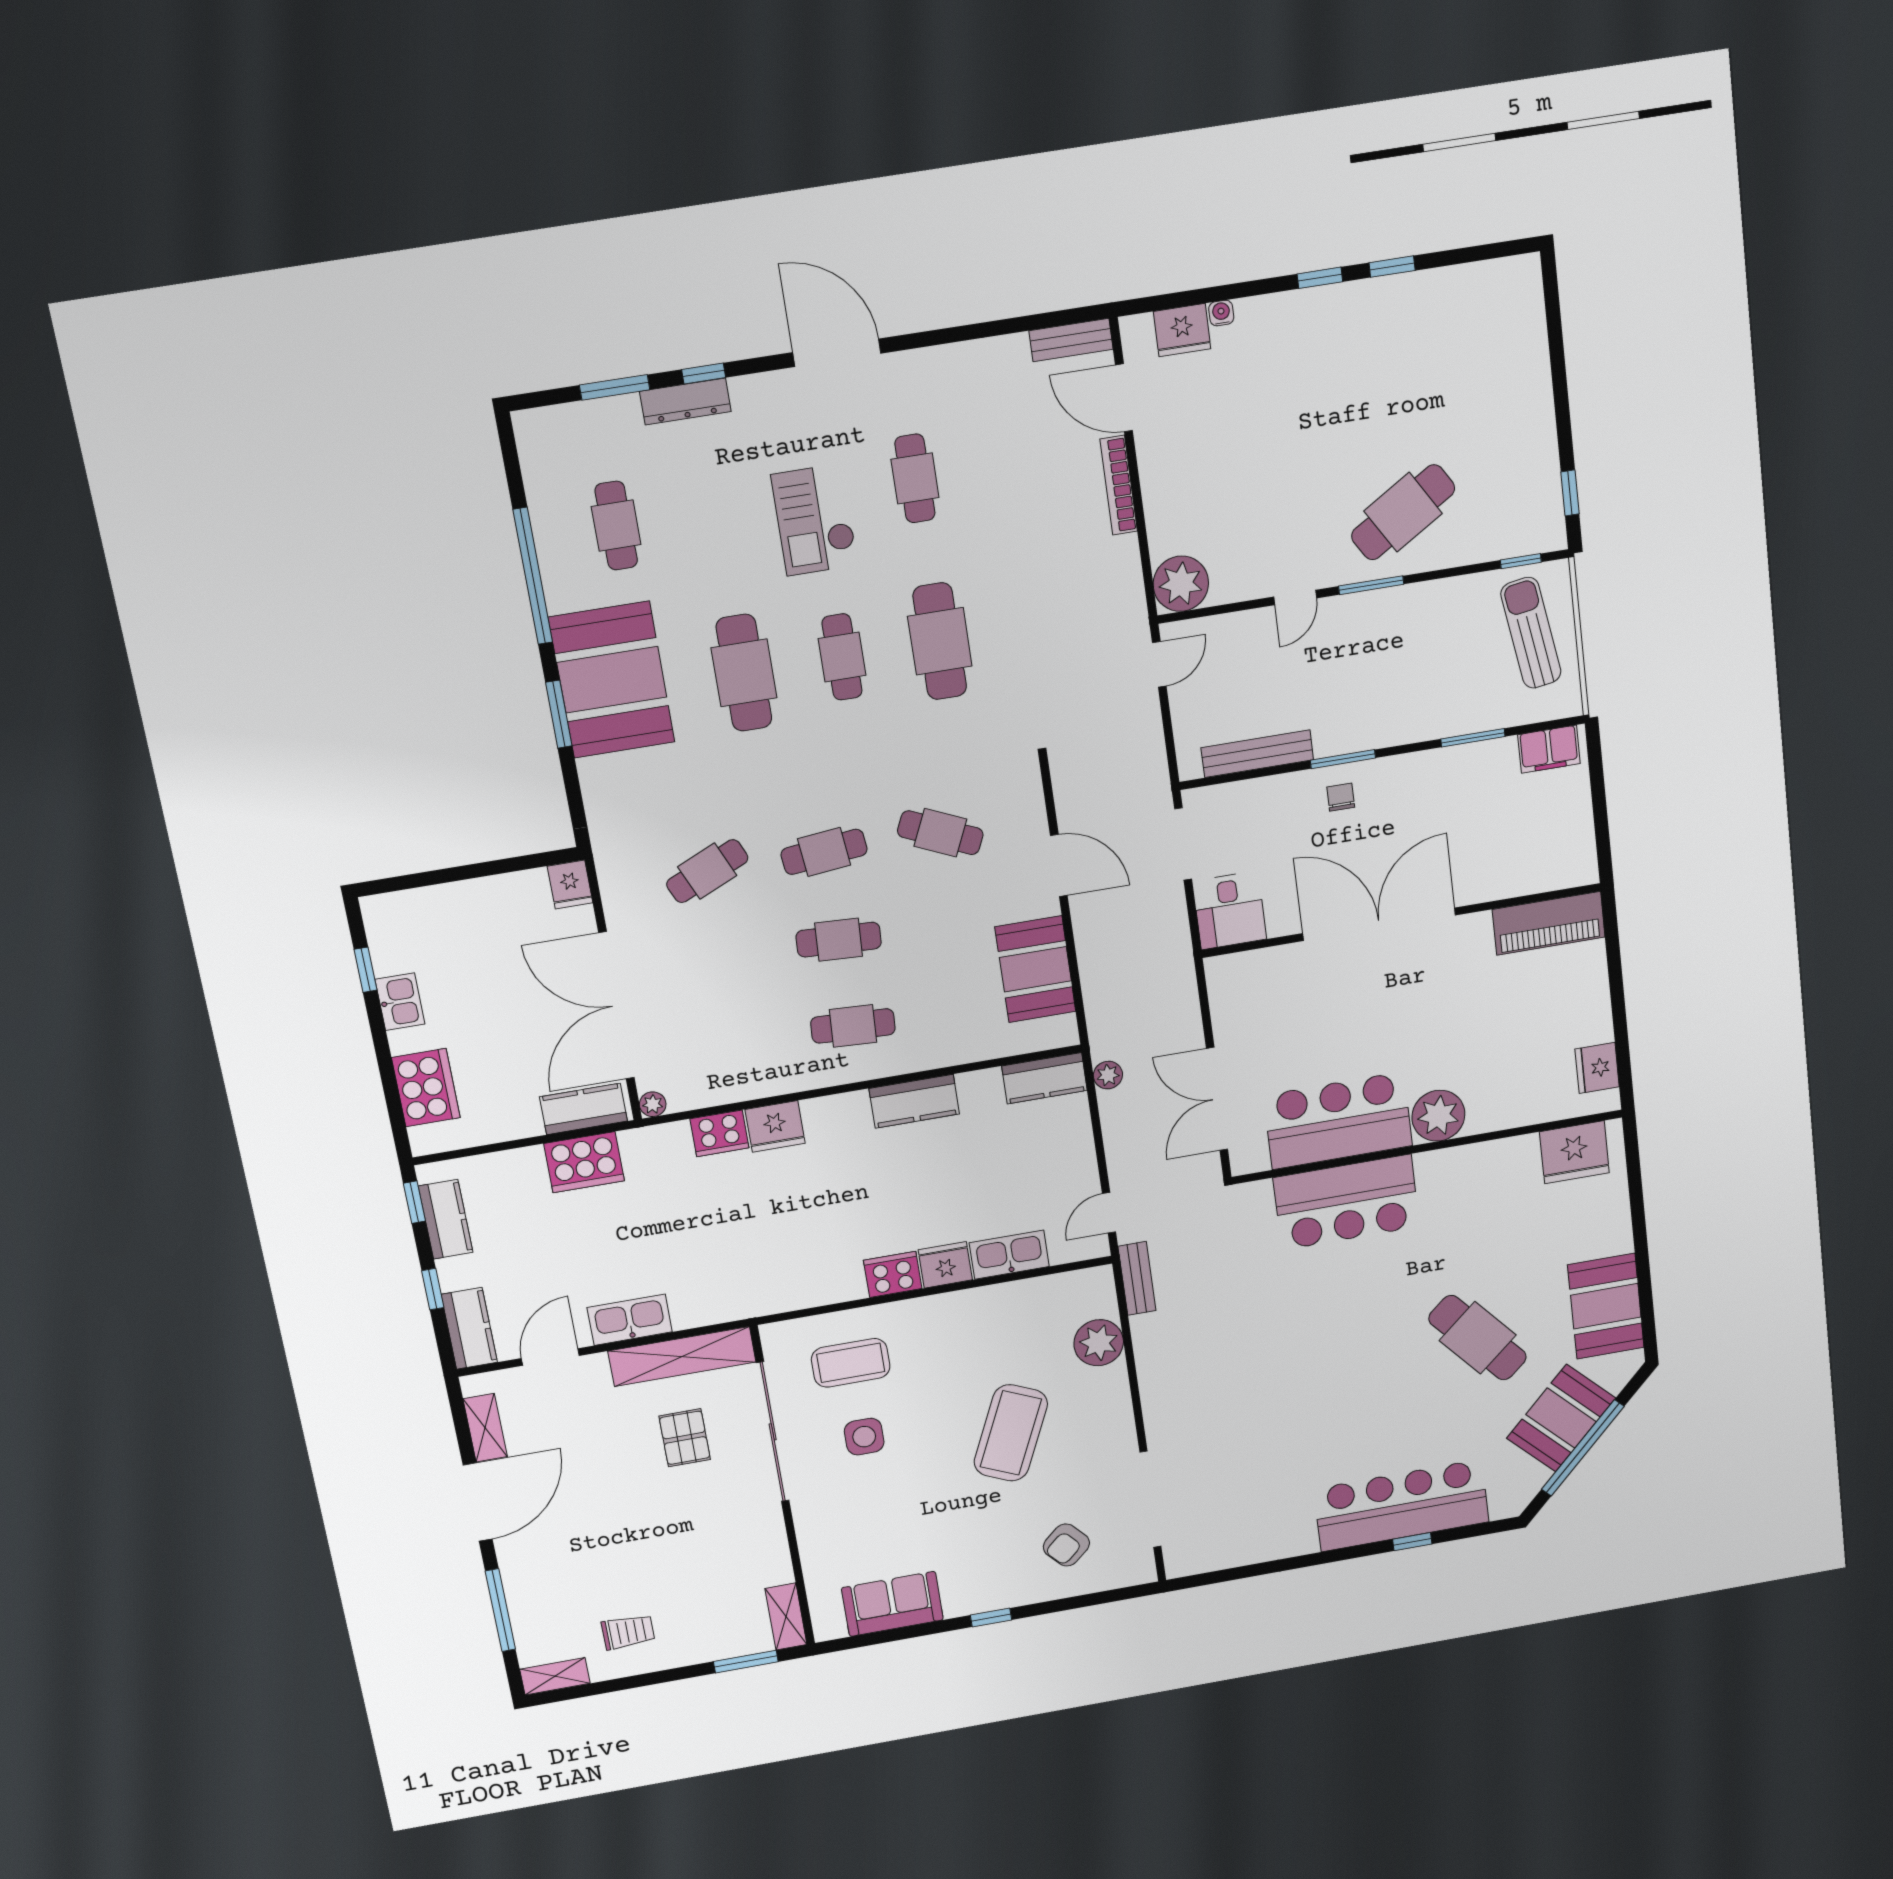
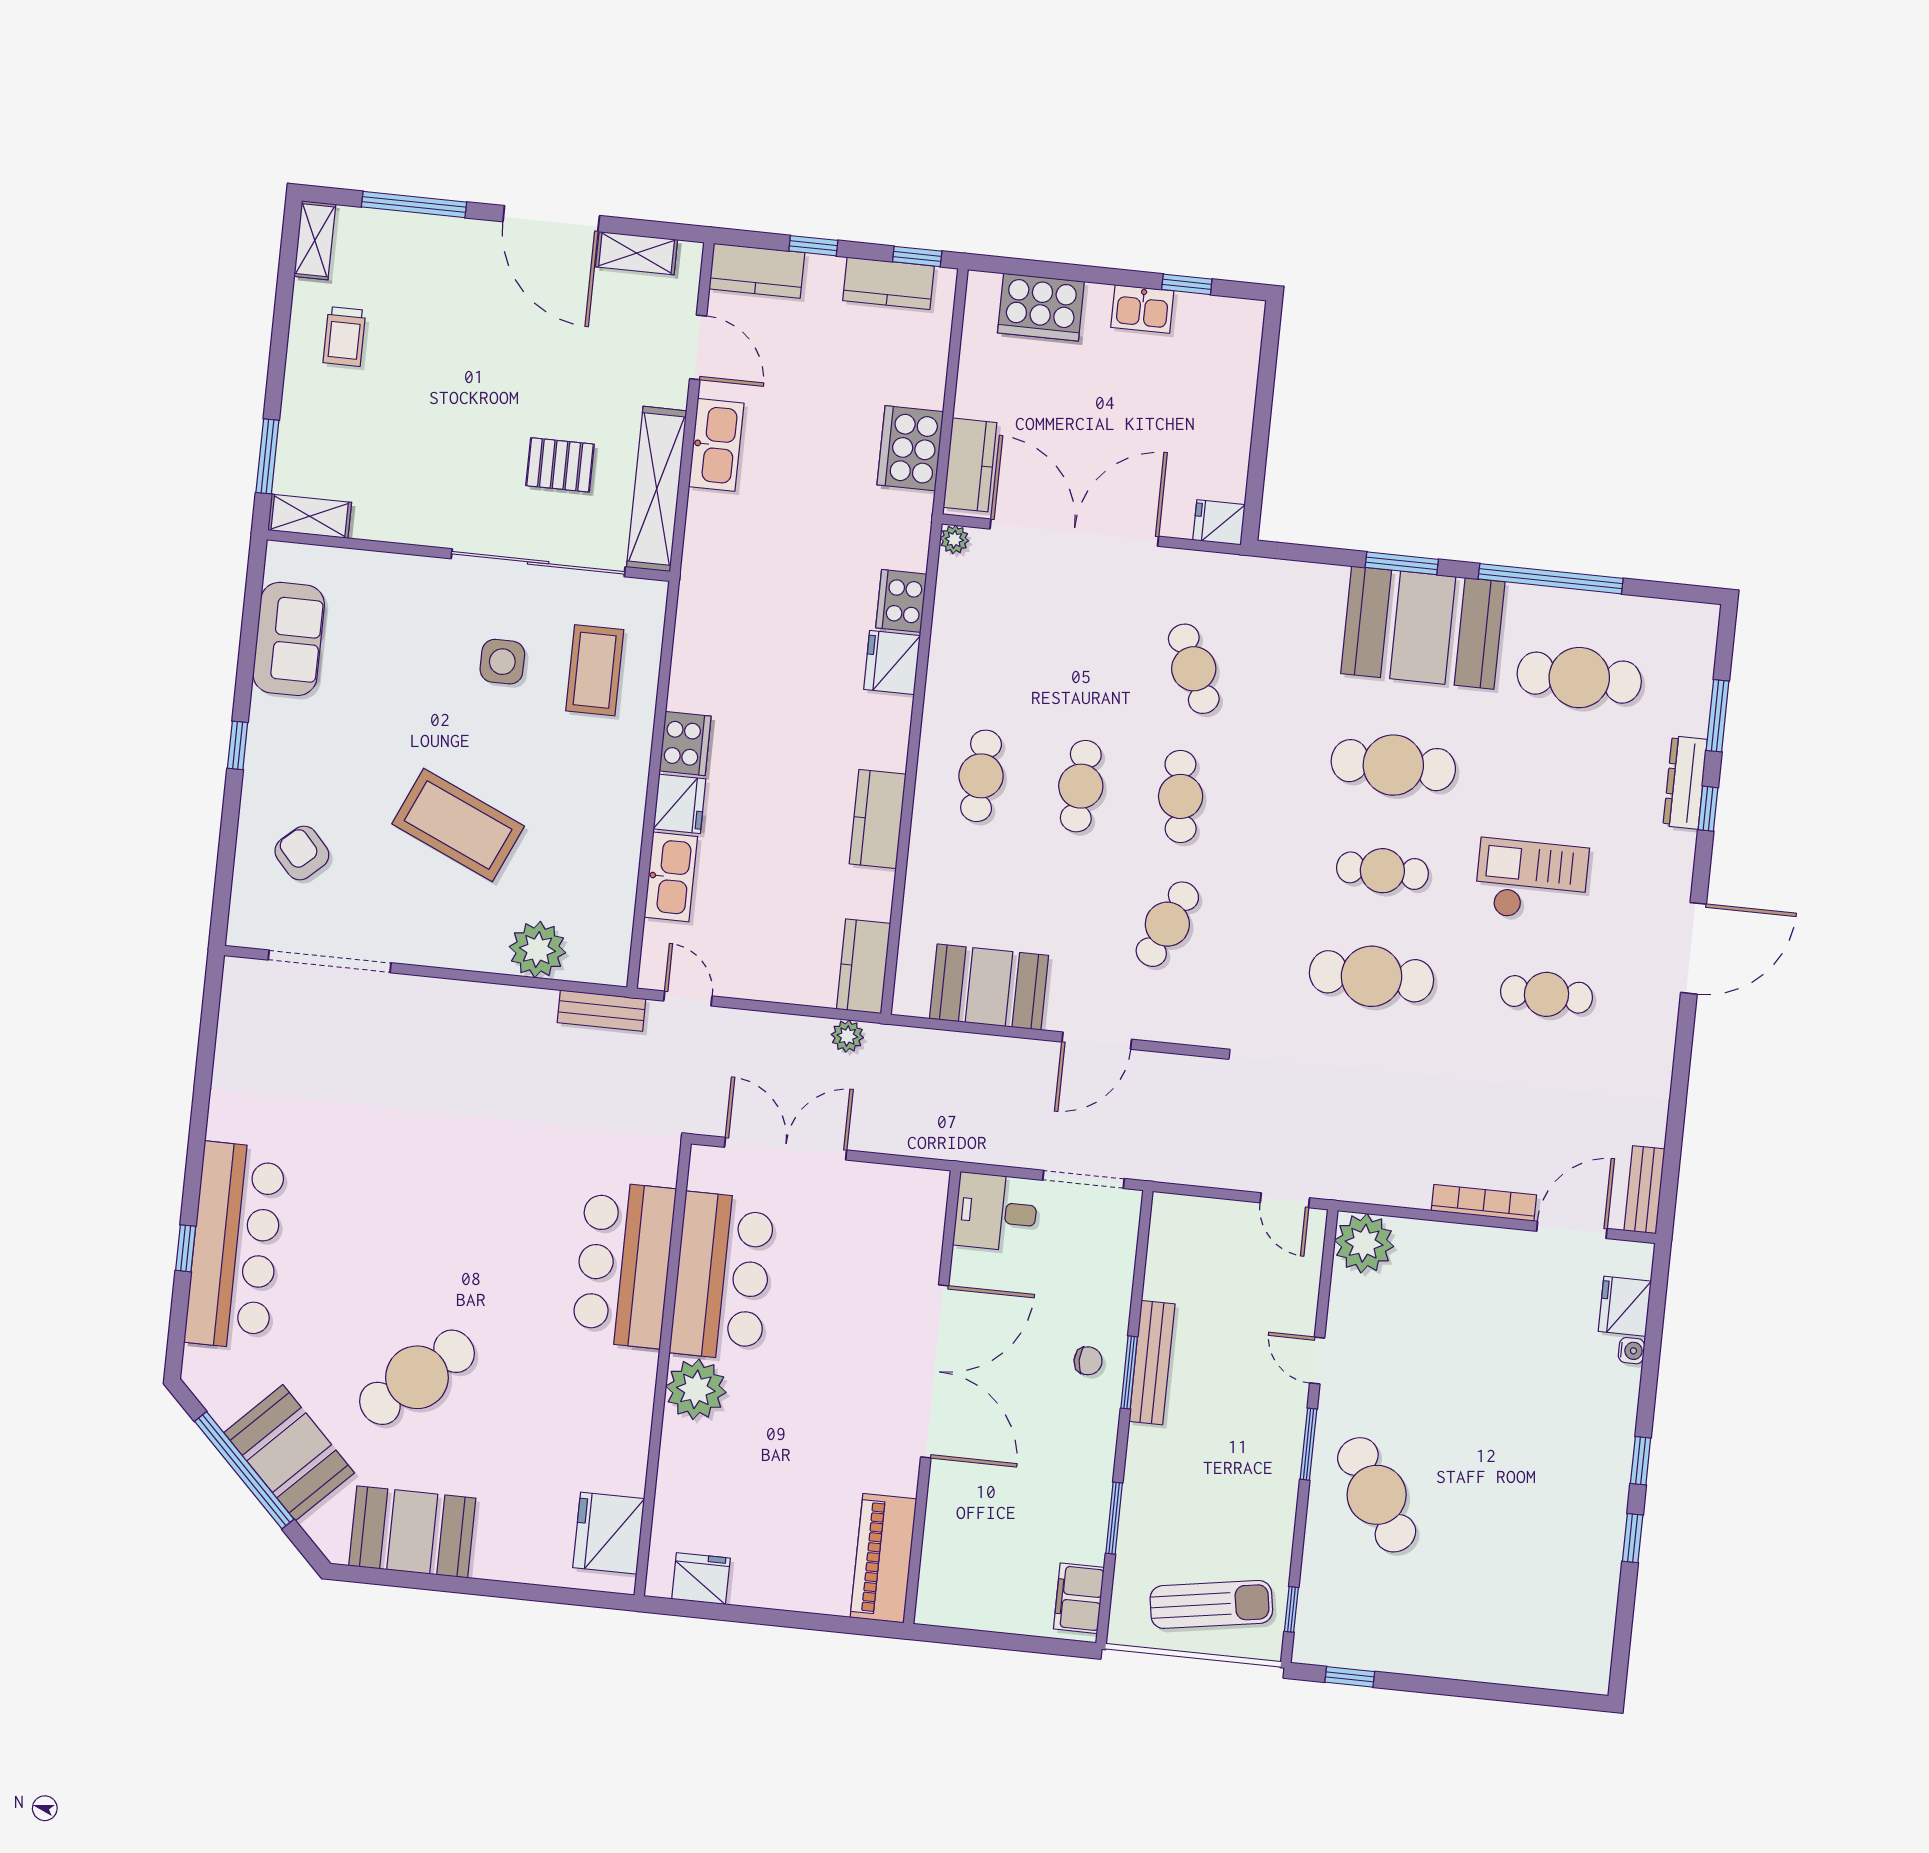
cafe table: (616, 526) -> (1579, 678), width x1.37, depth x1.35
bench: (1257, 754) -> (1152, 1363), moved

